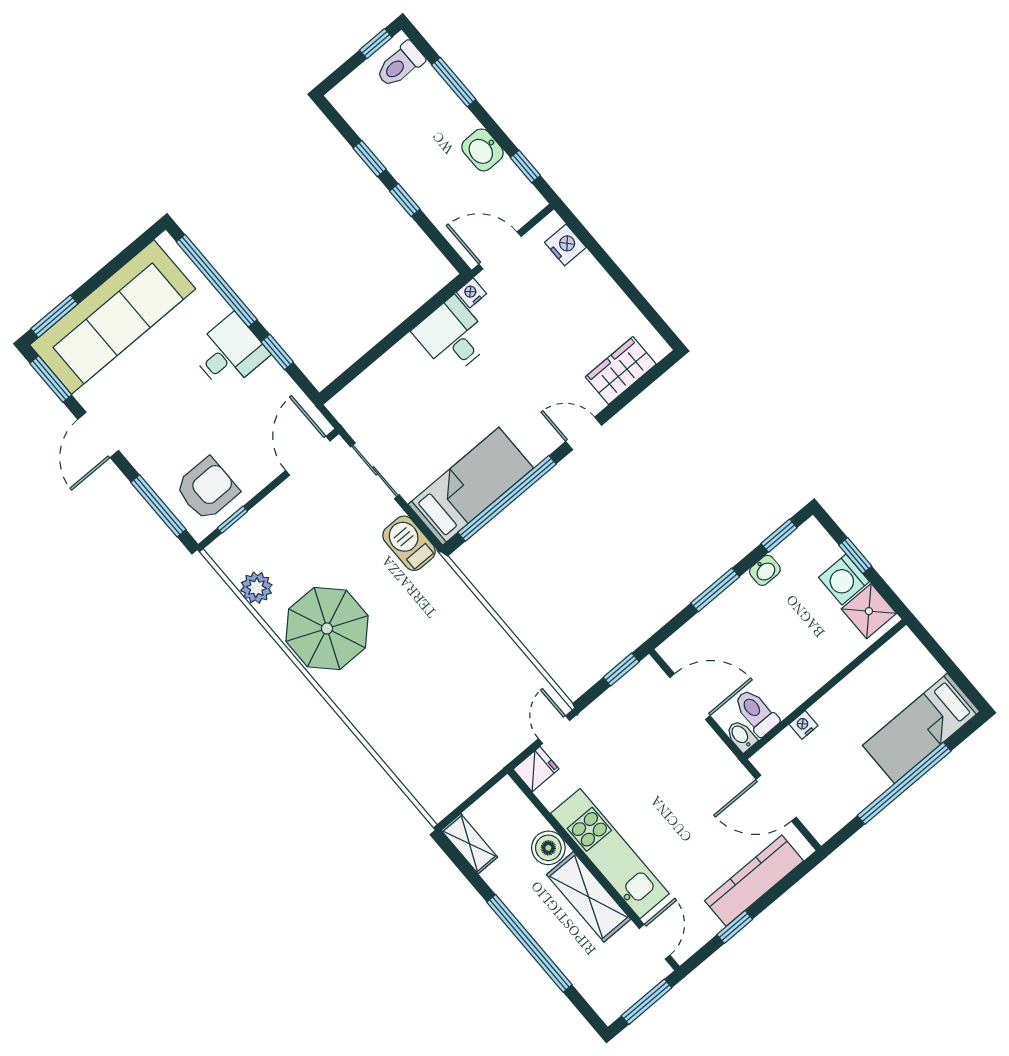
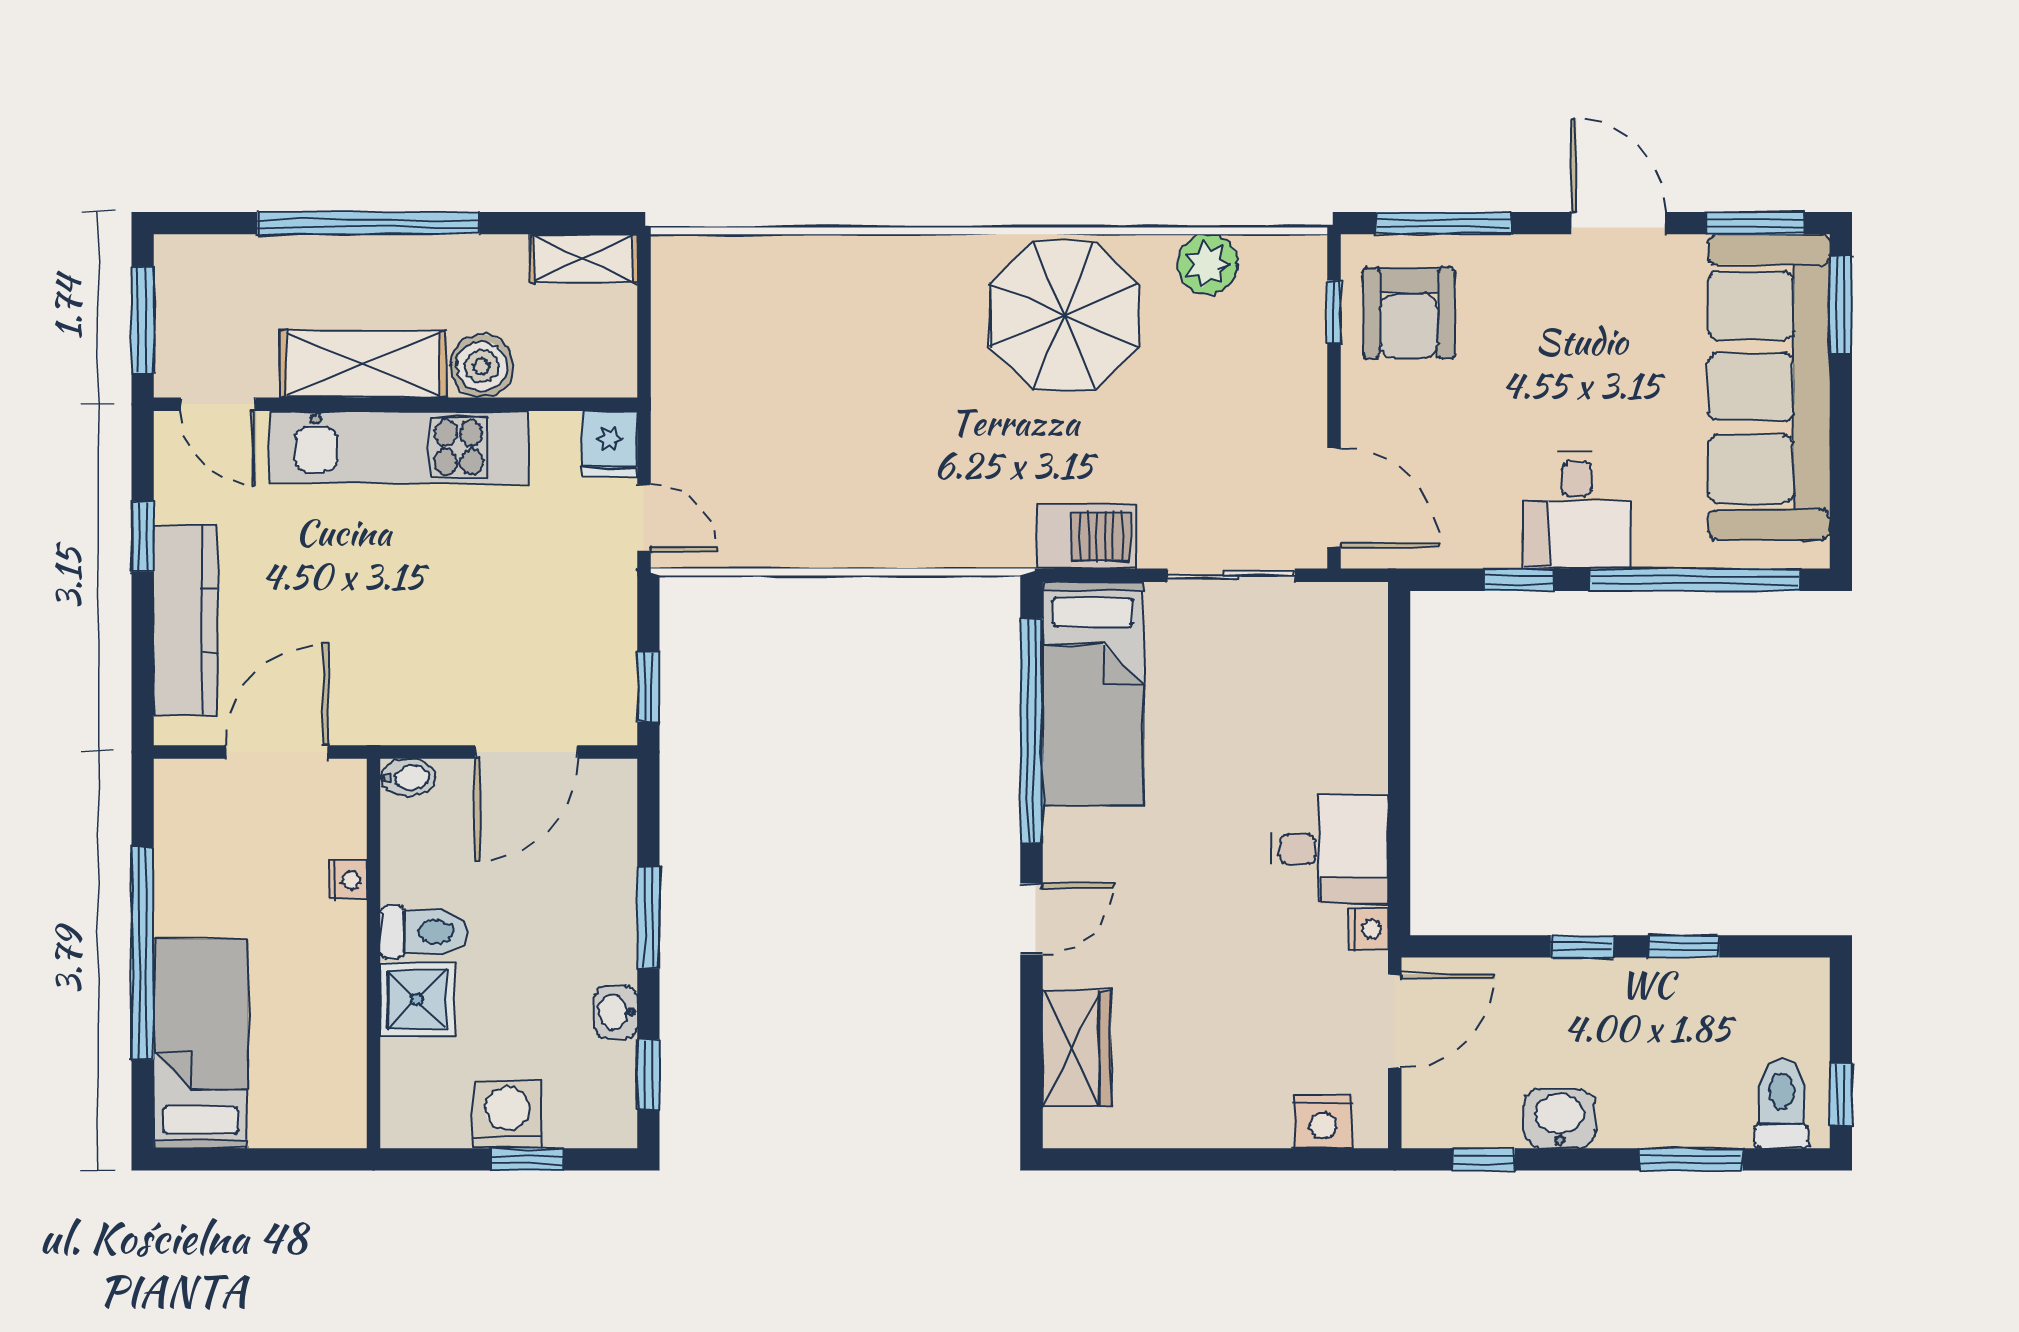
shower: (869, 611) -> (417, 1000), moved
toilet: (756, 712) -> (424, 932), moved

